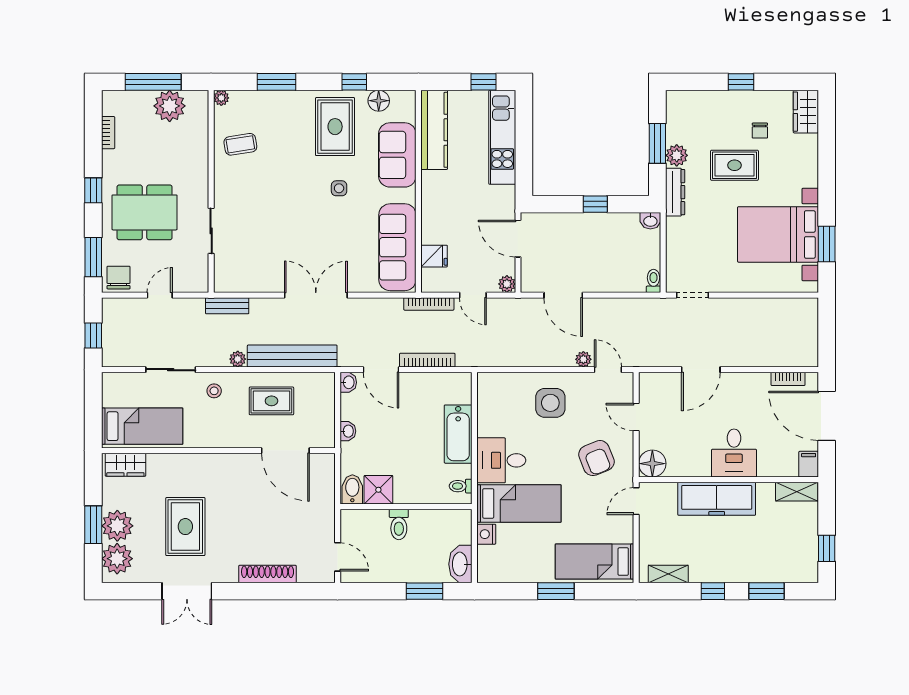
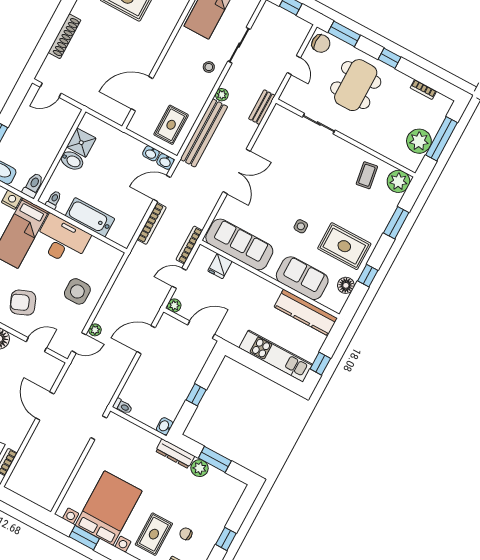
plant: (221, 98) -> (398, 181), width x1.87, depth x1.87
rug: (734, 165) -> (154, 534), moved
rug: (271, 401) -> (171, 125), moved
washbasin: (348, 431) -> (151, 153), moved
desk: (501, 460) -> (62, 240), width x1.37
bidet: (352, 489) -> (72, 161), moved
toilet: (399, 524) -> (33, 185), moved, turned 90

